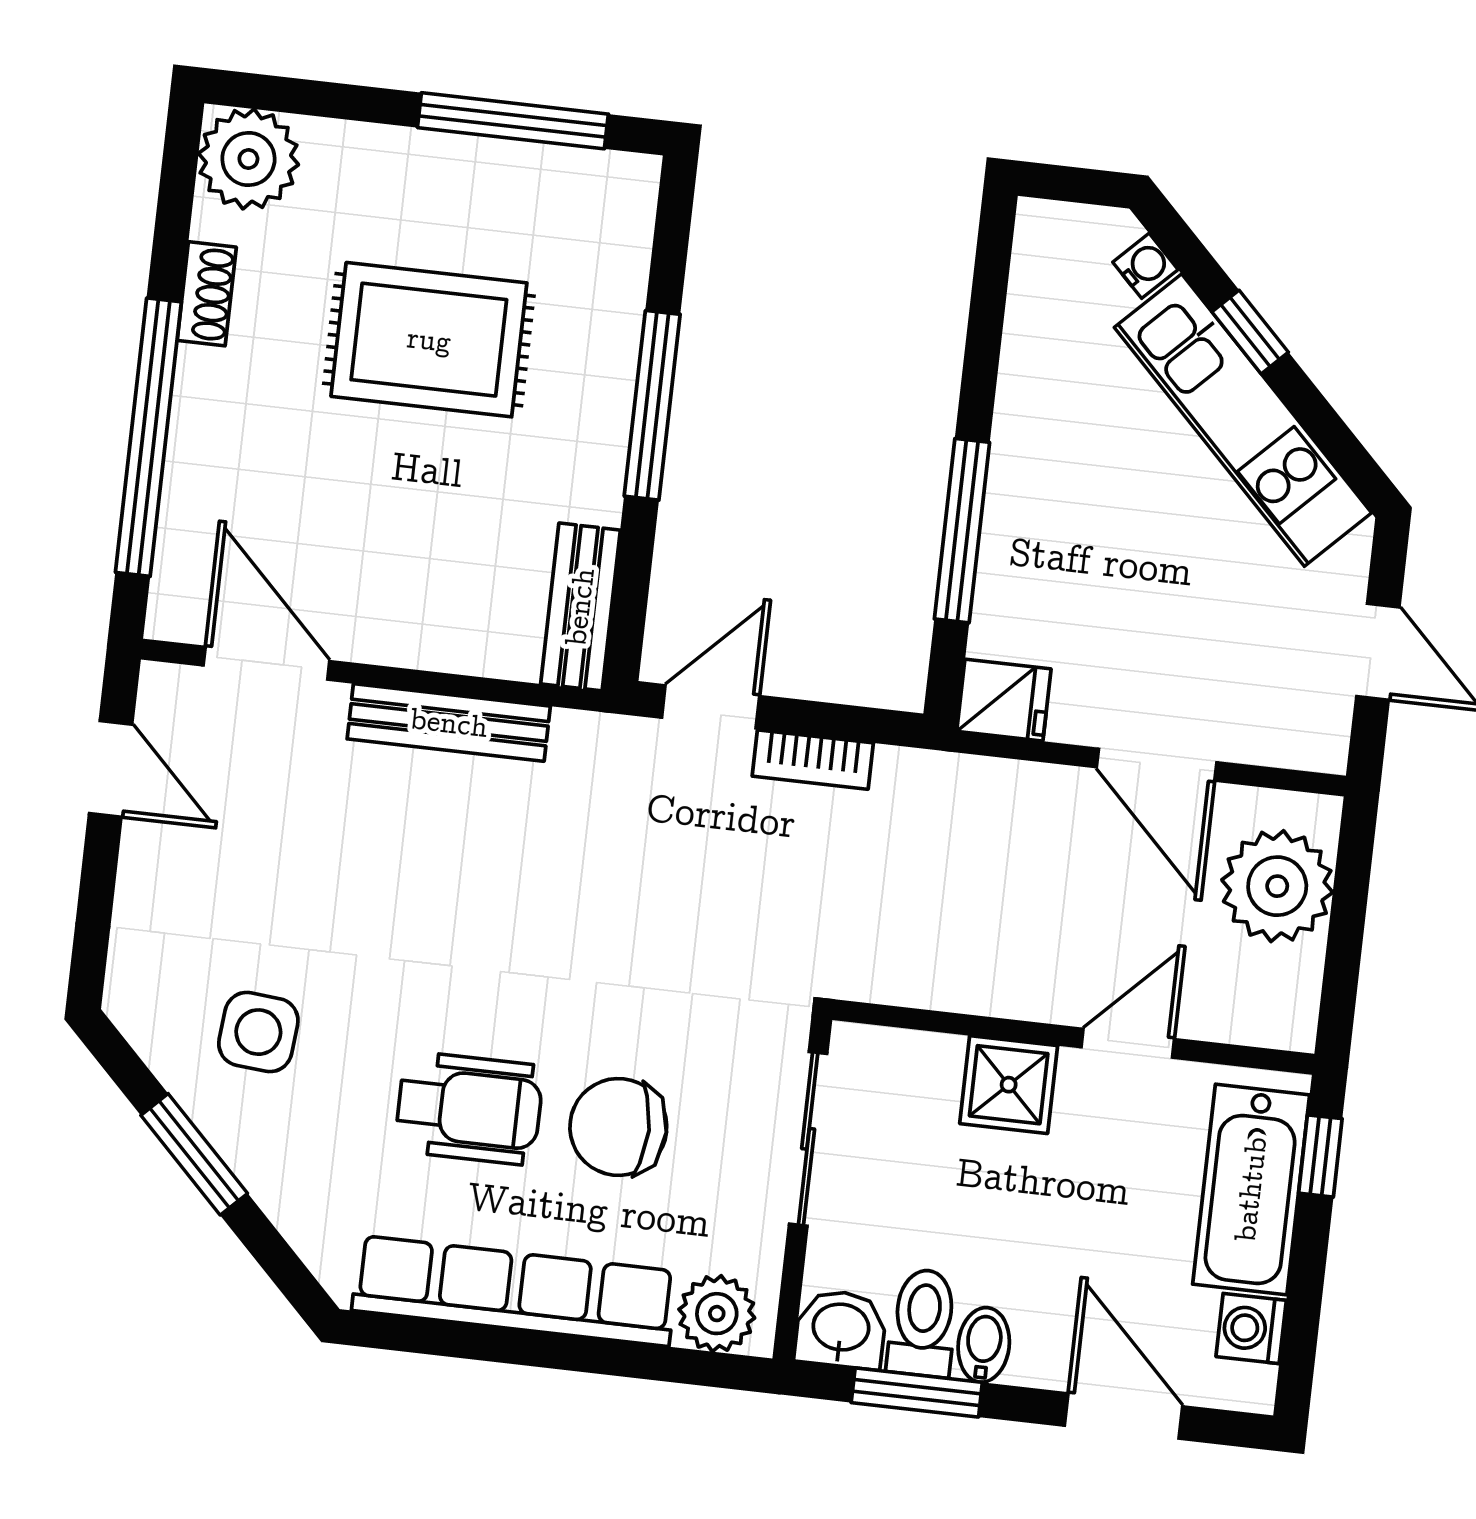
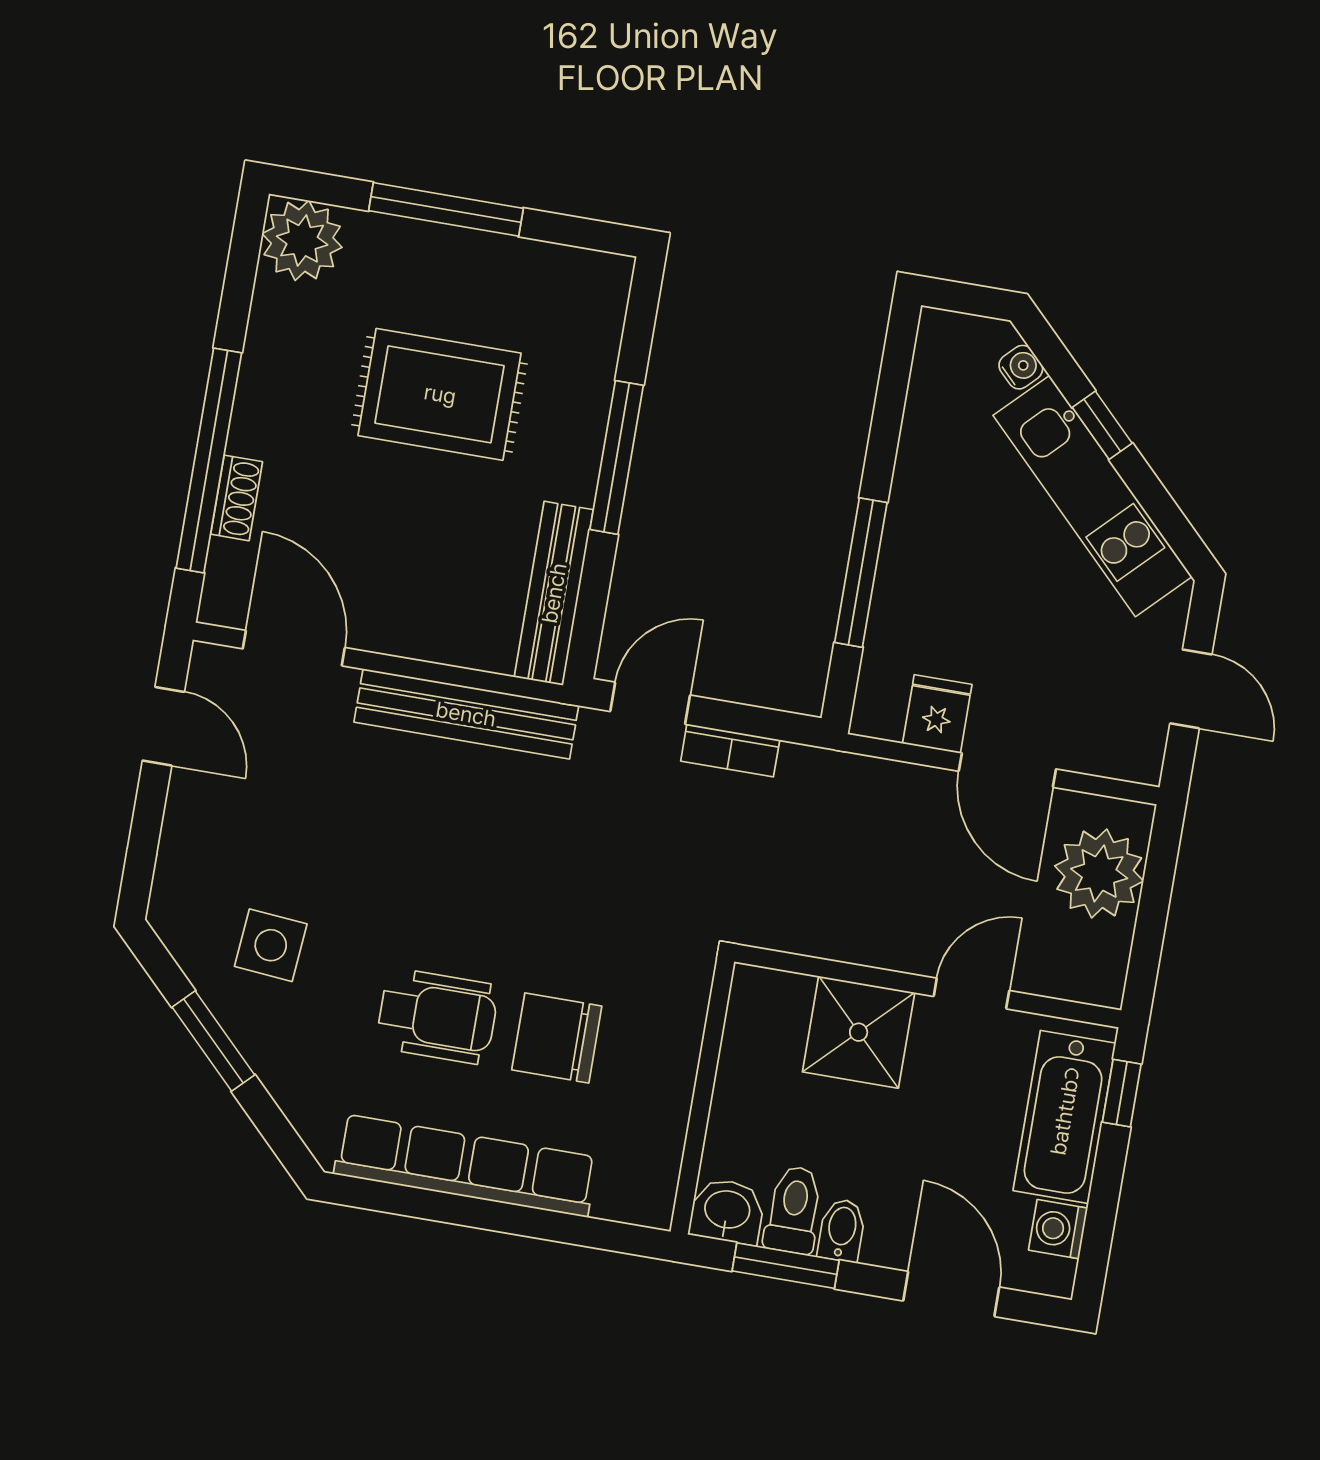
window: (513, 121) -> (446, 209), moved
shoe rack: (207, 294) -> (237, 498), moved
bench: (580, 607) -> (554, 593), width x1.36
fridge: (1004, 700) -> (937, 714), moved, turned -90
bench: (449, 723) -> (466, 714), width x1.37, depth x1.21
shower: (1009, 1085) -> (859, 1032), width x1.36, depth x1.36
sliding door: (808, 1139) -> (709, 1056), removed
plant: (717, 1314) -> (628, 1193), removed

